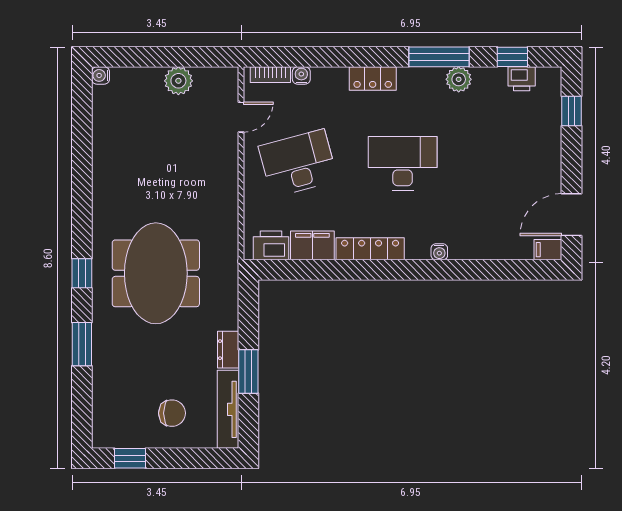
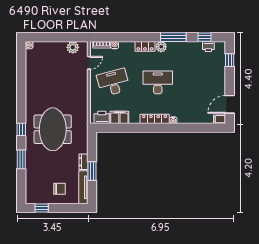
plant: (459, 79) -> (161, 47), moved
plant: (178, 81) -> (73, 47), moved
locker: (370, 249) -> (155, 119), moved

